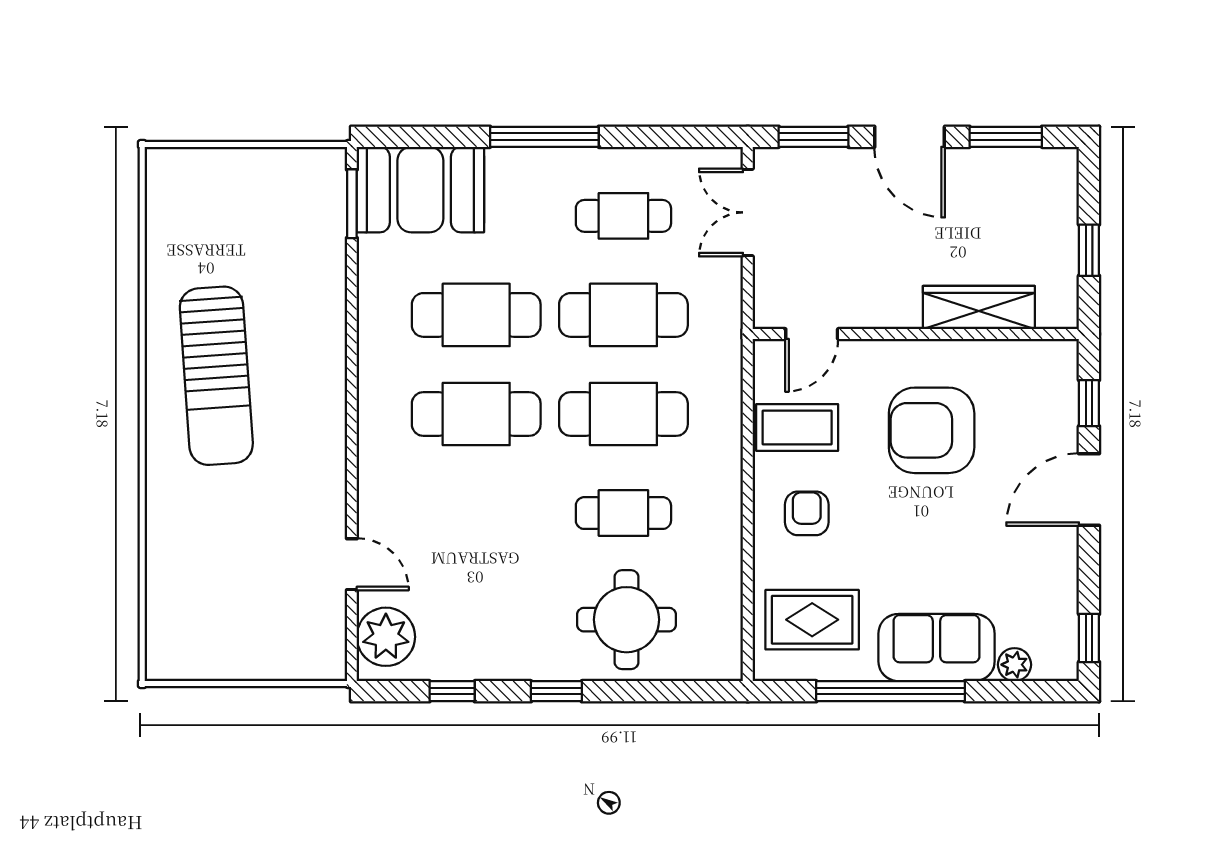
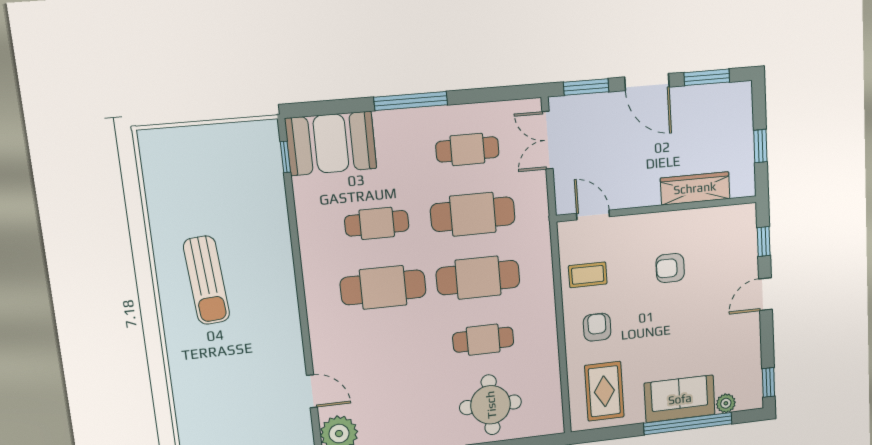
window: (352, 204) -> (285, 157), width x0.67
cafe table: (476, 315) -> (377, 223), width x0.73, depth x0.74
door: (812, 334) -> (593, 215), swing flipped
sun lounger: (216, 376) -> (207, 280), width x0.73, depth x0.75
coffee table: (797, 427) -> (588, 275), width x0.73, depth x0.77
armchair: (932, 430) -> (670, 268), width x0.53, depth x0.53
door: (1089, 490) -> (765, 294), width x0.73
rug: (812, 620) -> (604, 391), turned 90
window: (891, 691) -> (688, 424), moved

